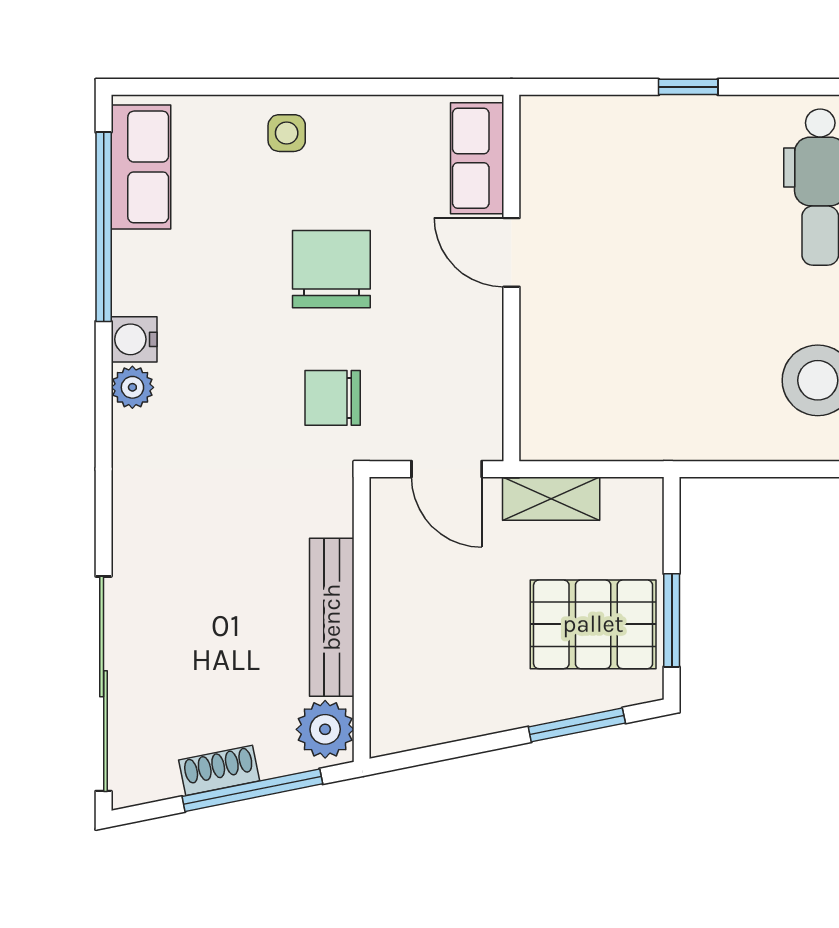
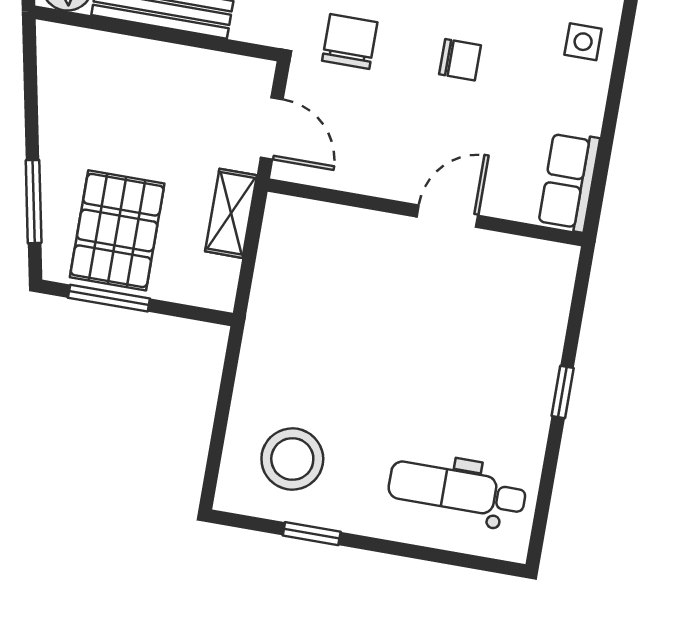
row of seats: (477, 158) -> (569, 182), moved, turned -90
chair: (331, 269) -> (460, 60), width x0.54, depth x0.54
door: (447, 469) -> (272, 128), swing flipped

